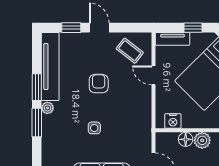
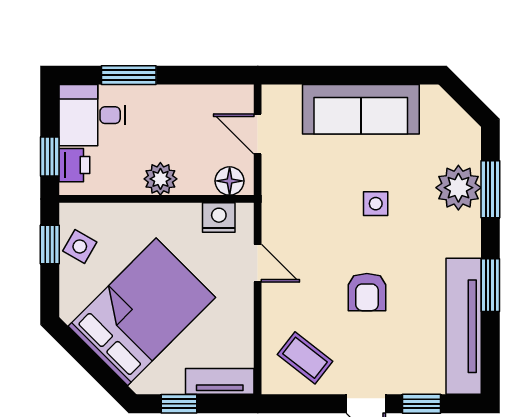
door: (153, 75) -> (258, 263), moved
plant: (47, 108) -> (458, 188), moved, width x1.88, depth x1.88
window: (37, 122) -> (490, 189), moved
floor lamp: (186, 139) -> (230, 181), moved

